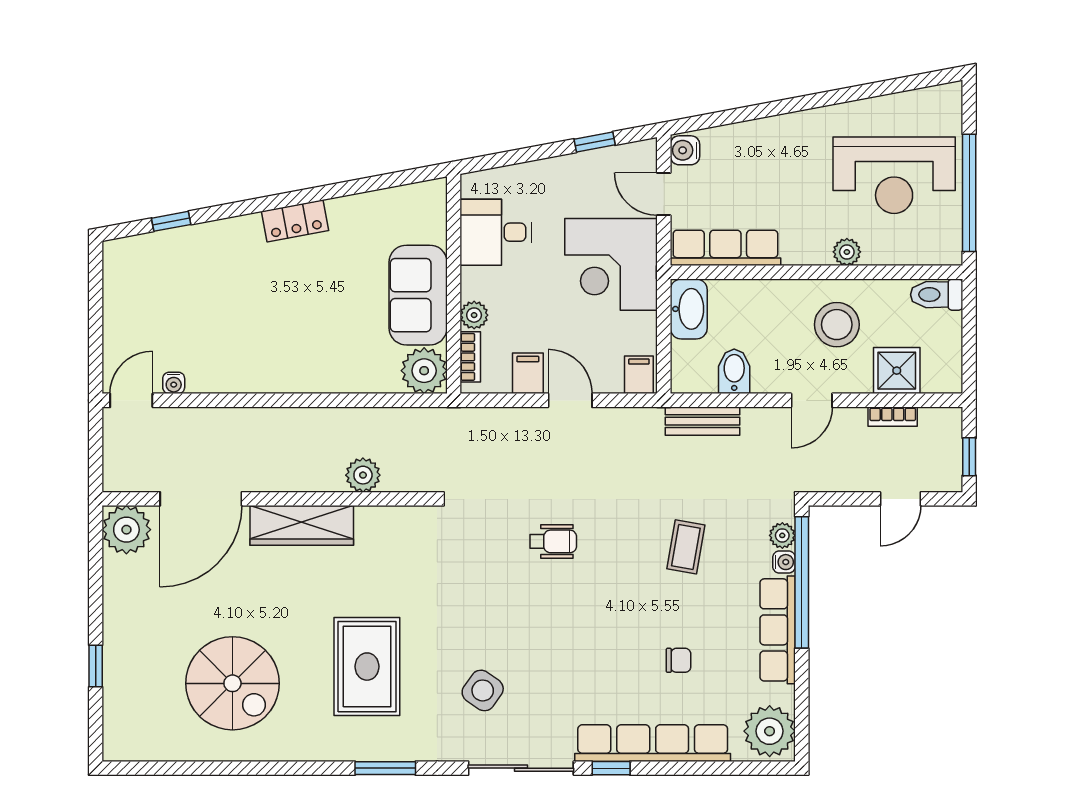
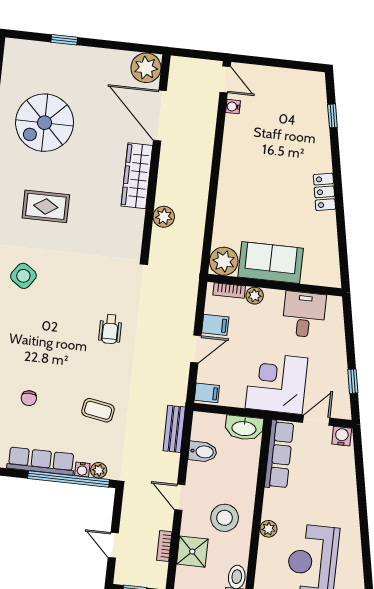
rug: (367, 667) -> (46, 206), width x0.73, depth x0.70

